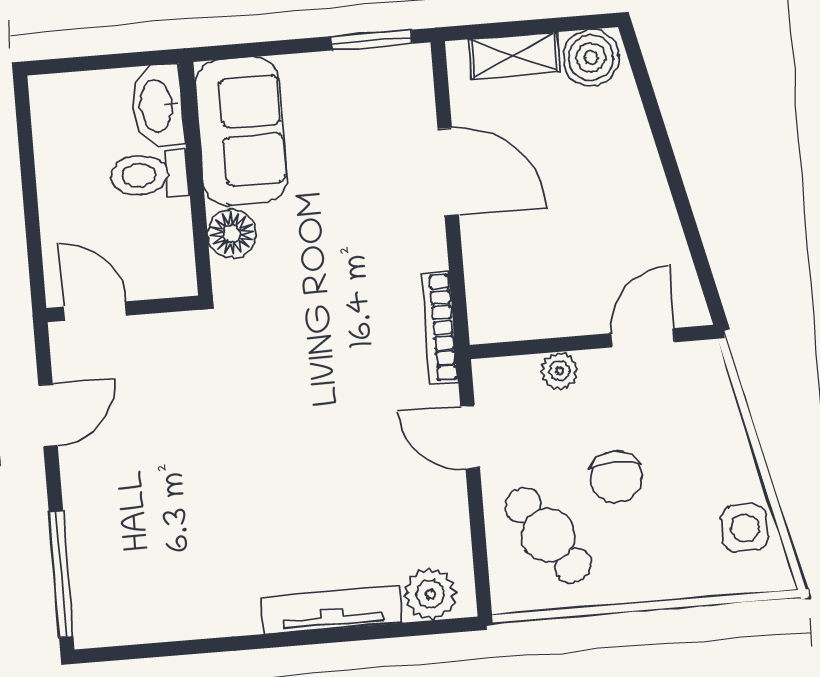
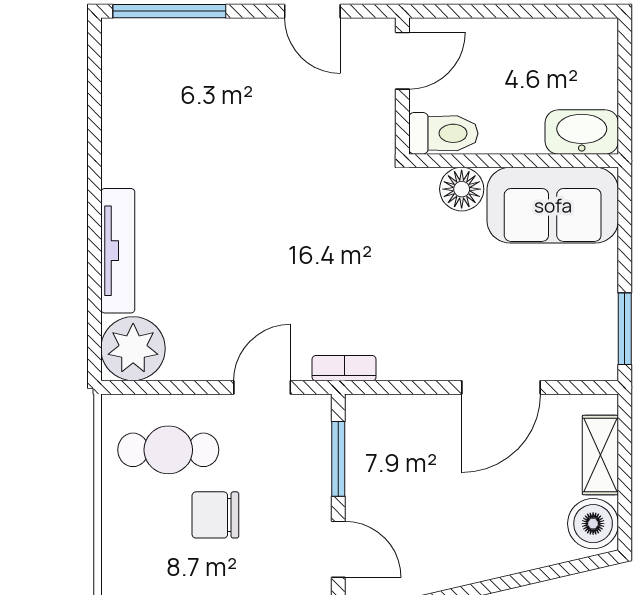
toilet: (150, 174) -> (443, 133), moved, turned 90
bookcase: (440, 328) -> (344, 368), width x0.64
window: (543, 346) -> (338, 459), added
plant: (559, 371) -> (315, 472), removed
cafe table: (548, 535) -> (168, 450), turned 35
plant: (430, 594) -> (133, 349), width x1.36, depth x1.36

